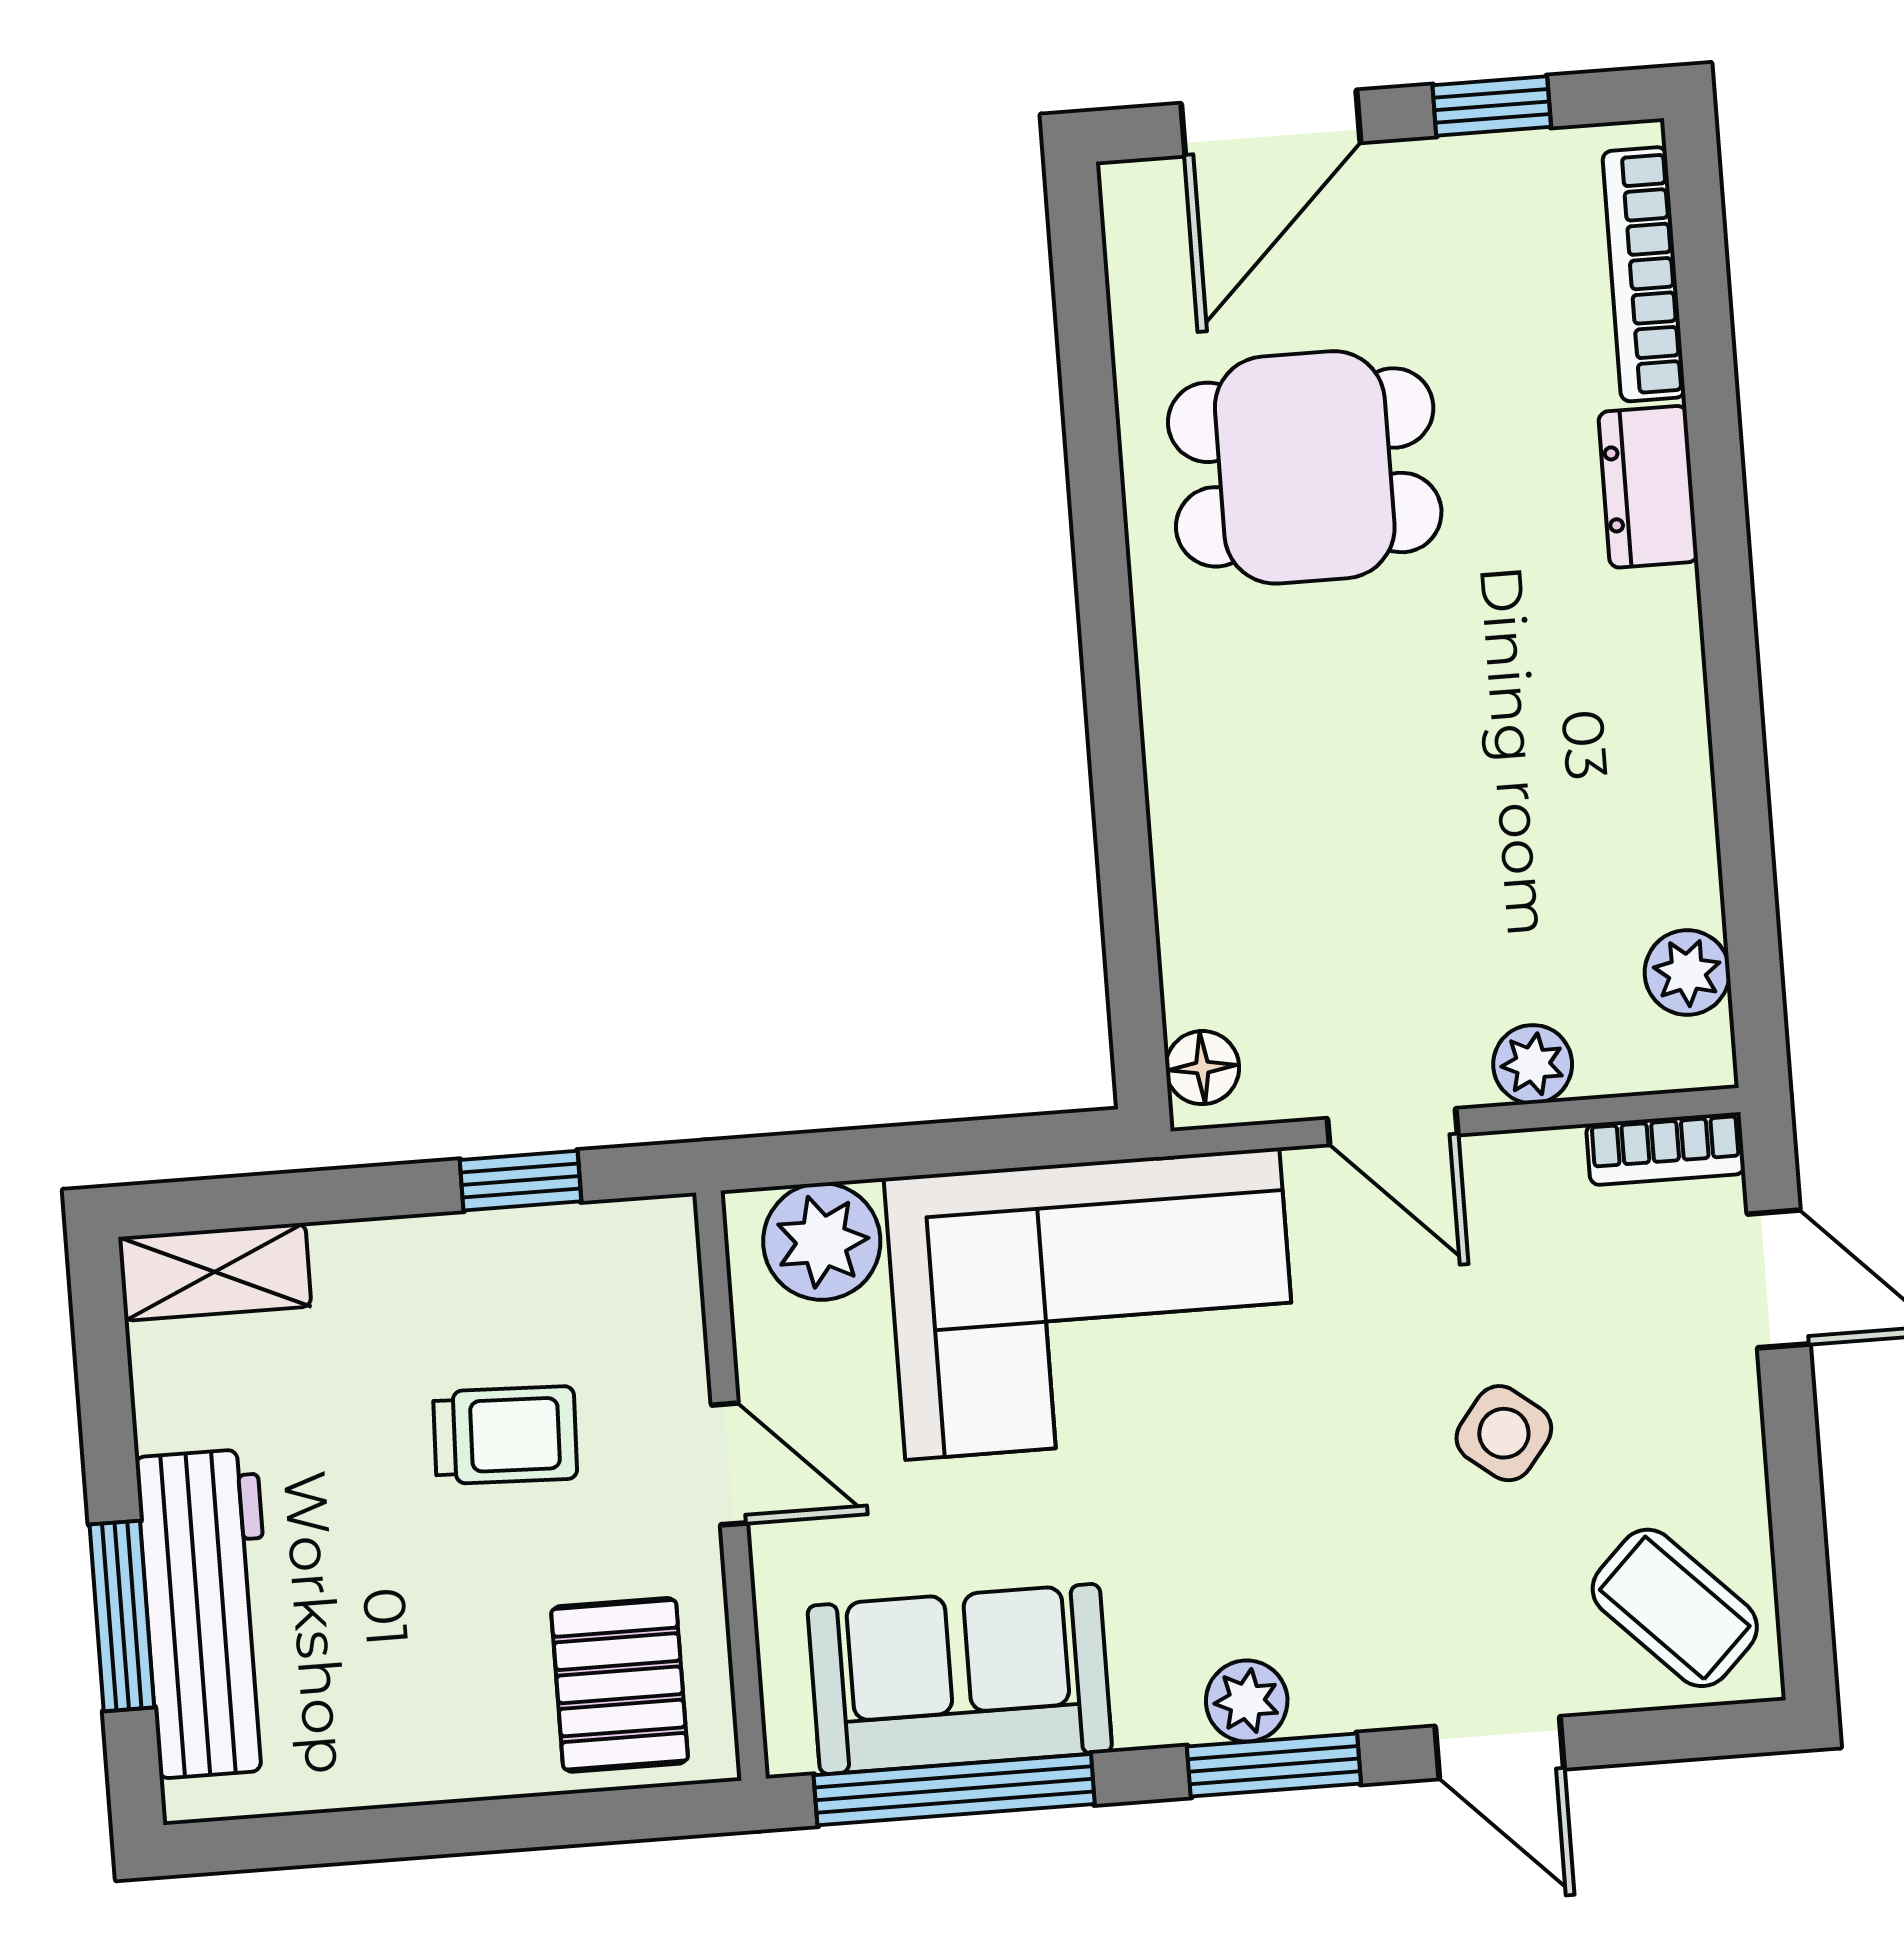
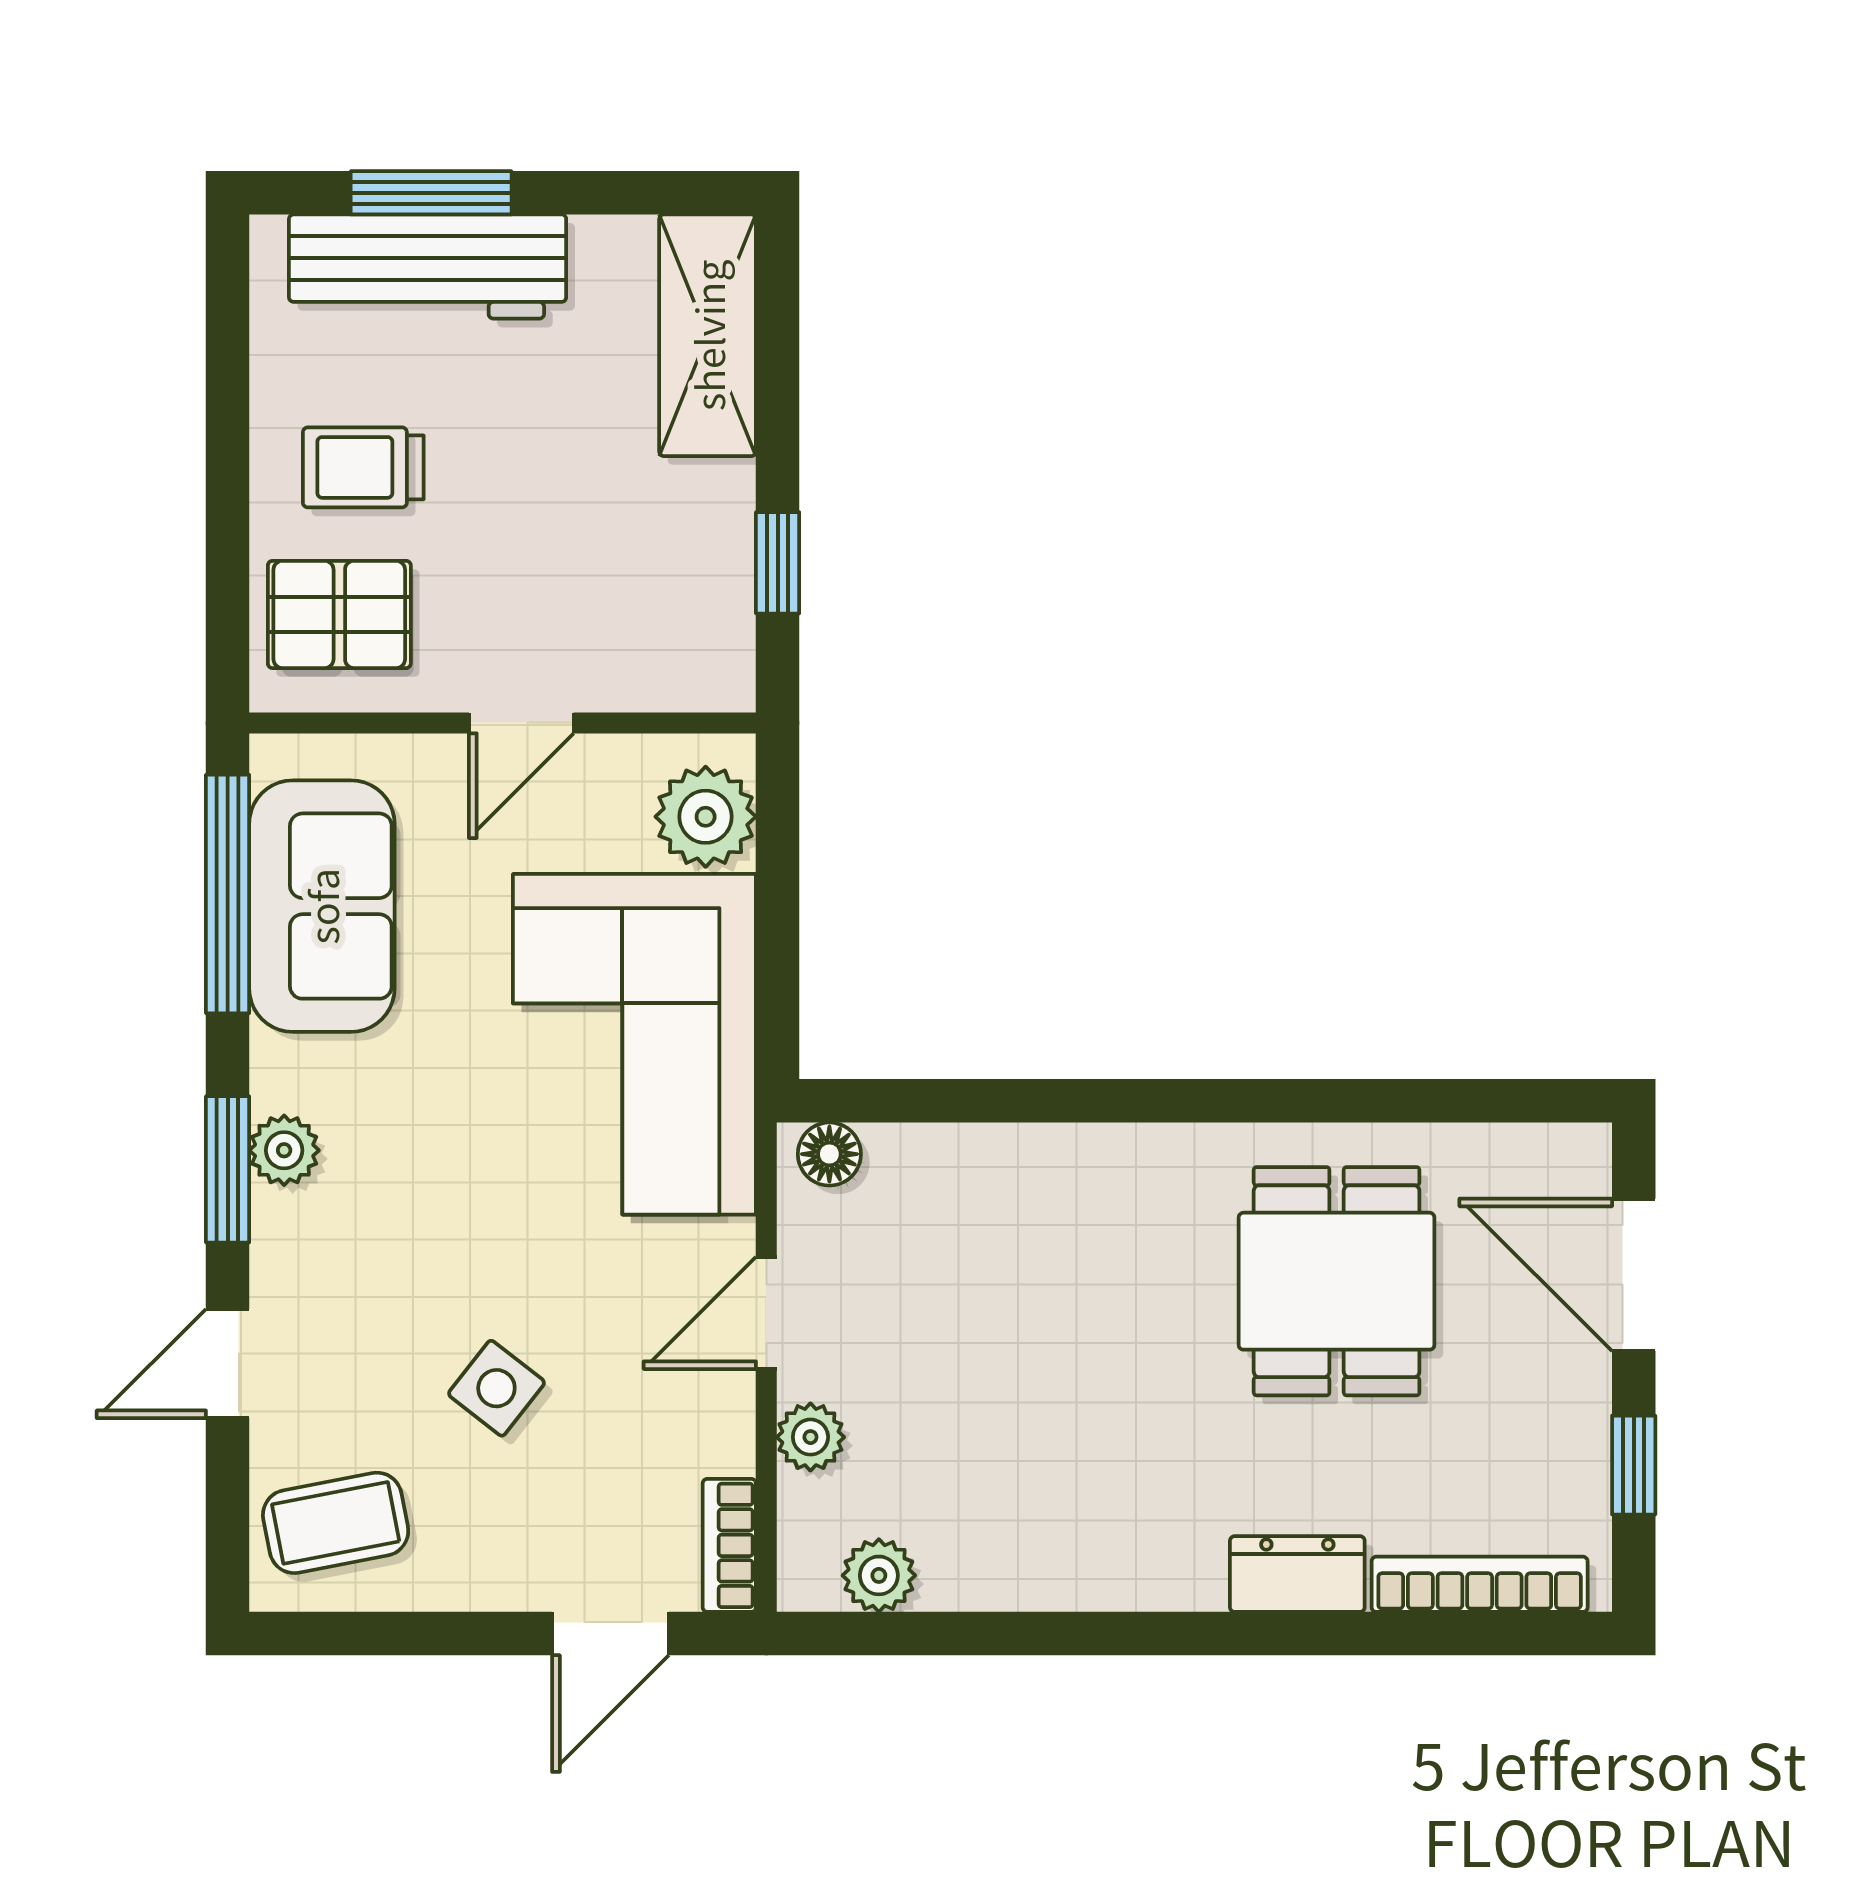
shelving: (215, 1272) -> (708, 335), width x1.50, depth x1.33
trolley: (505, 1435) -> (363, 467), moved, turned 88
coffee table: (1675, 1608) -> (336, 1523), turned 34

